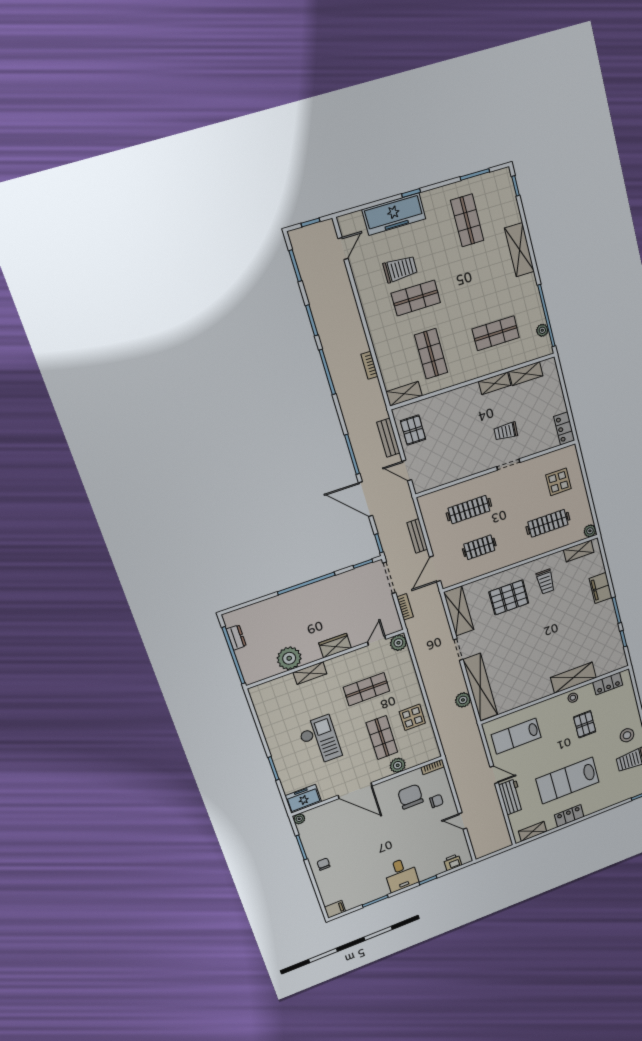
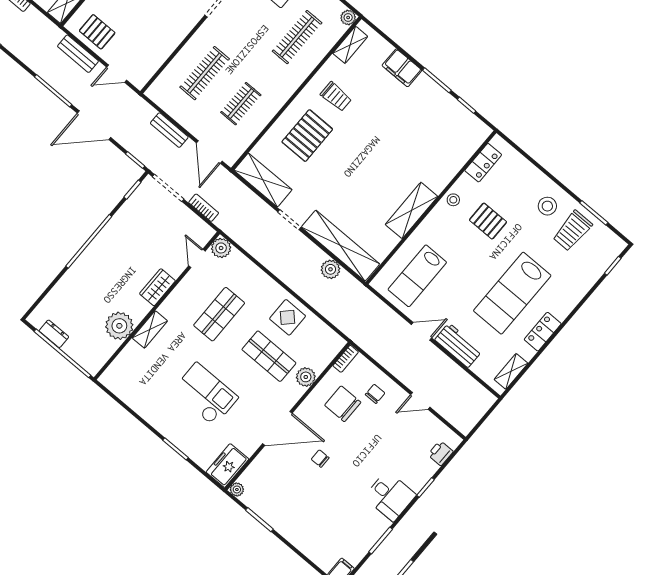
shelving: (573, 678) -> (411, 210), moved
chair: (323, 864) -> (320, 459), moved

